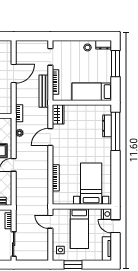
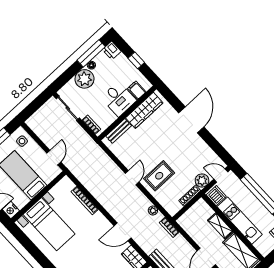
door: (50, 137) -> (123, 232), swing flipped
door: (50, 222) -> (54, 158), hinge flipped

